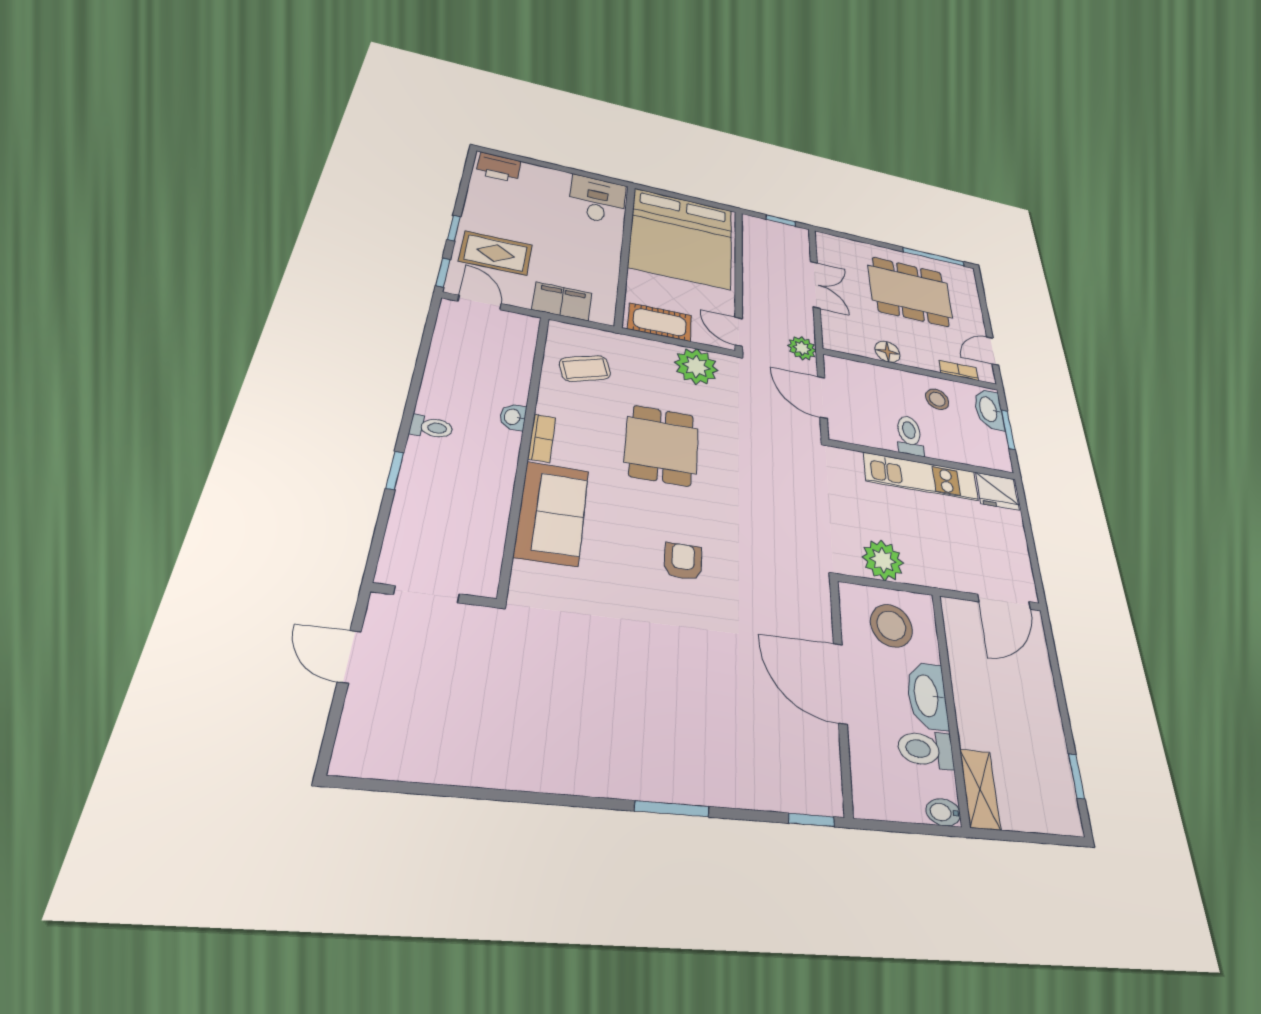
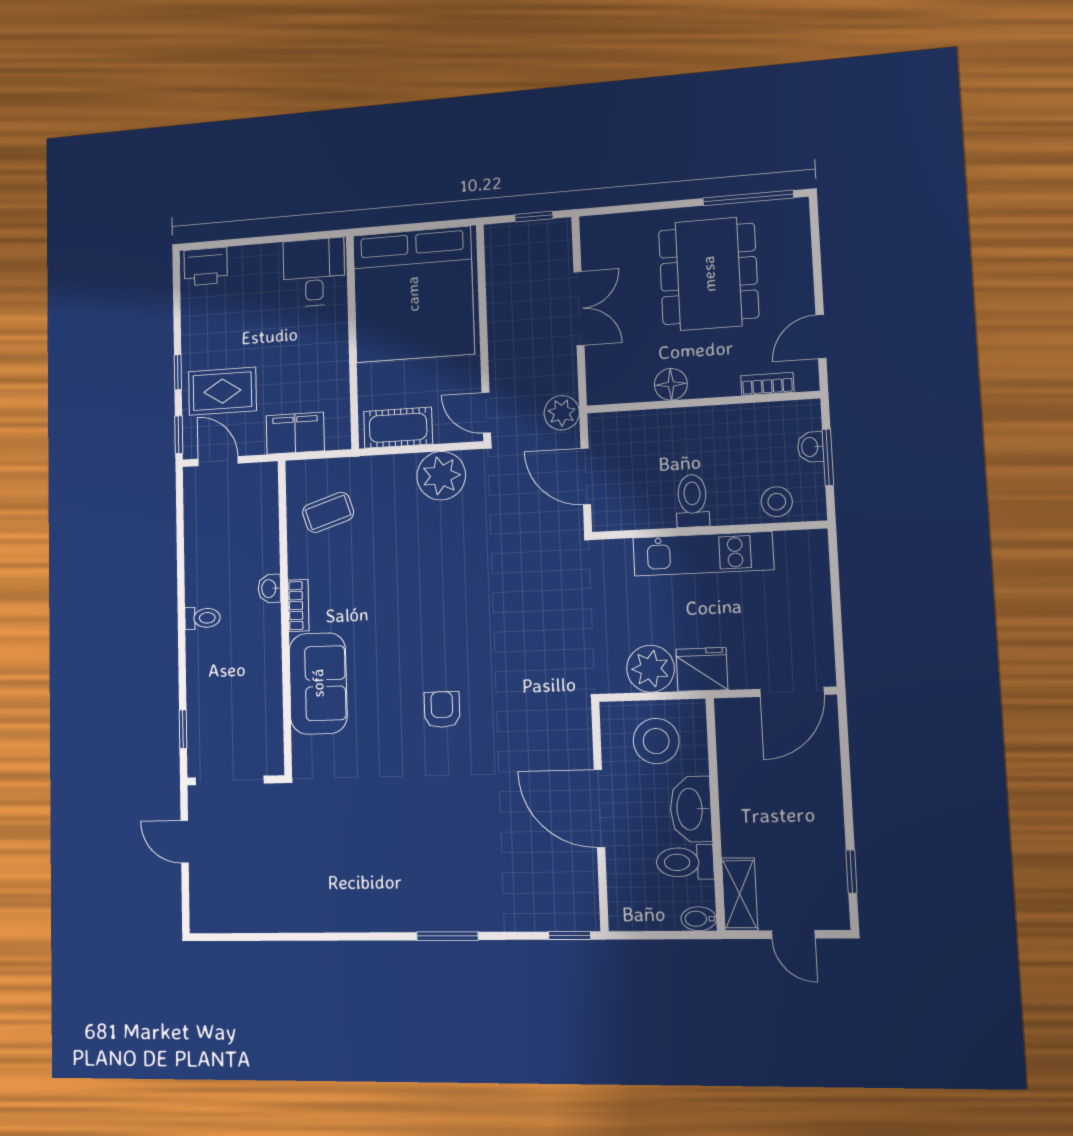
dining table: (910, 291) -> (709, 274), turned 90
stool: (937, 399) -> (777, 502), moved
washbasin: (989, 409) -> (810, 447), width x0.52, depth x0.69
dining table: (662, 445) -> (412, 585), removed
window: (395, 470) -> (183, 729), moved
fridge: (997, 491) -> (702, 669), moved, turned 180
doorway: (427, 594) -> (229, 780), width x1.38
door: (1034, 838) -> (793, 935), added

